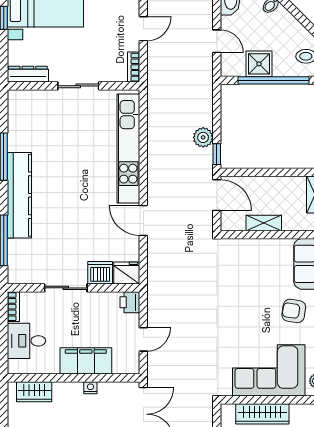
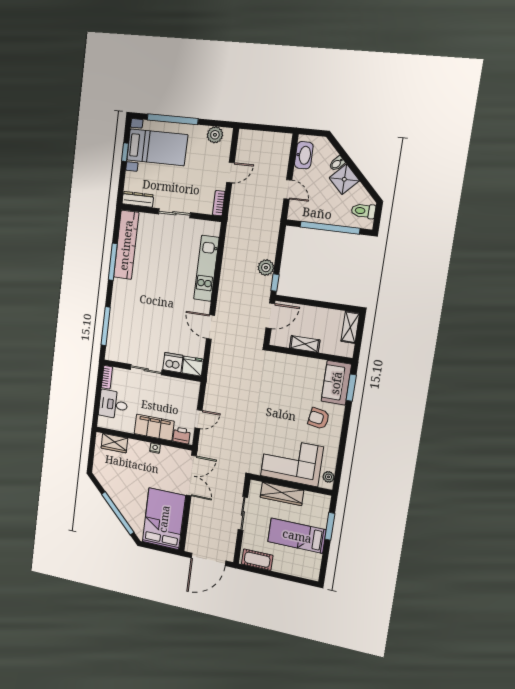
shower: (259, 64) -> (344, 179), moved, turned 45
kitchen unit: (128, 148) -> (206, 268), width x0.73
kitchen counter: (19, 195) -> (126, 245), moved
door: (217, 195) -> (270, 316), hinge flipped
printer: (130, 302) -> (182, 435), moved, turned 90

